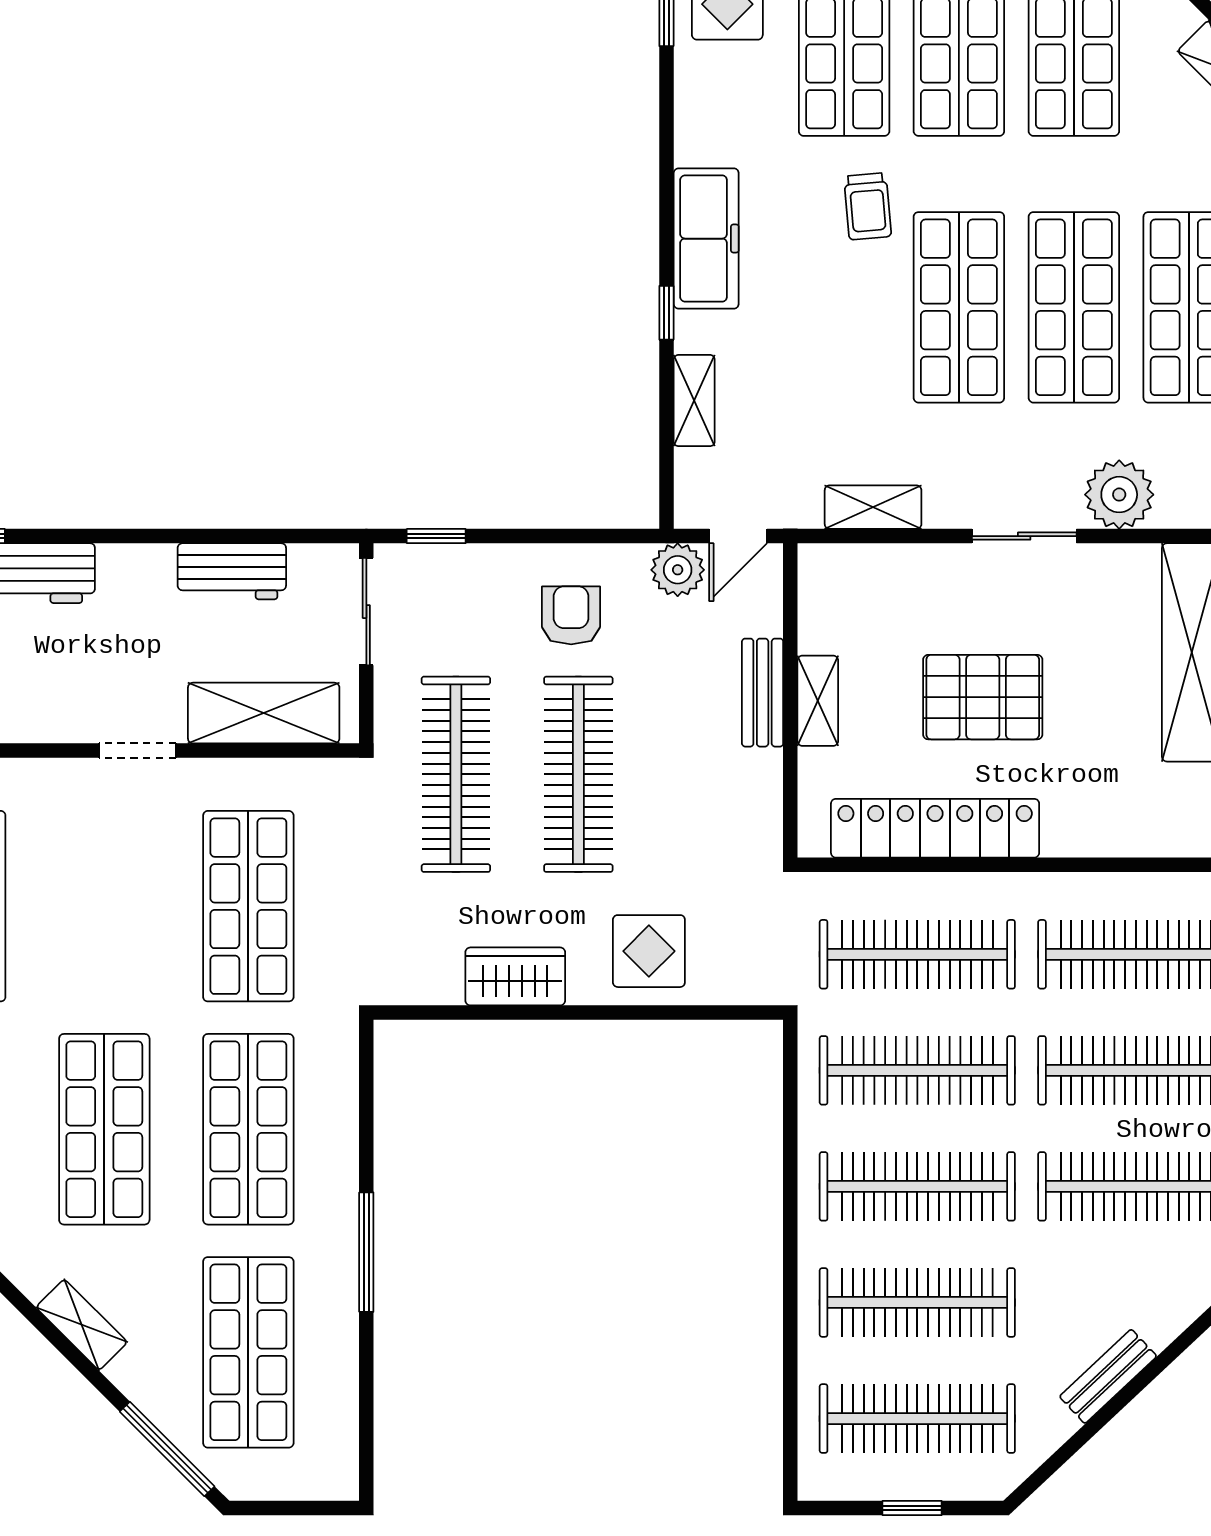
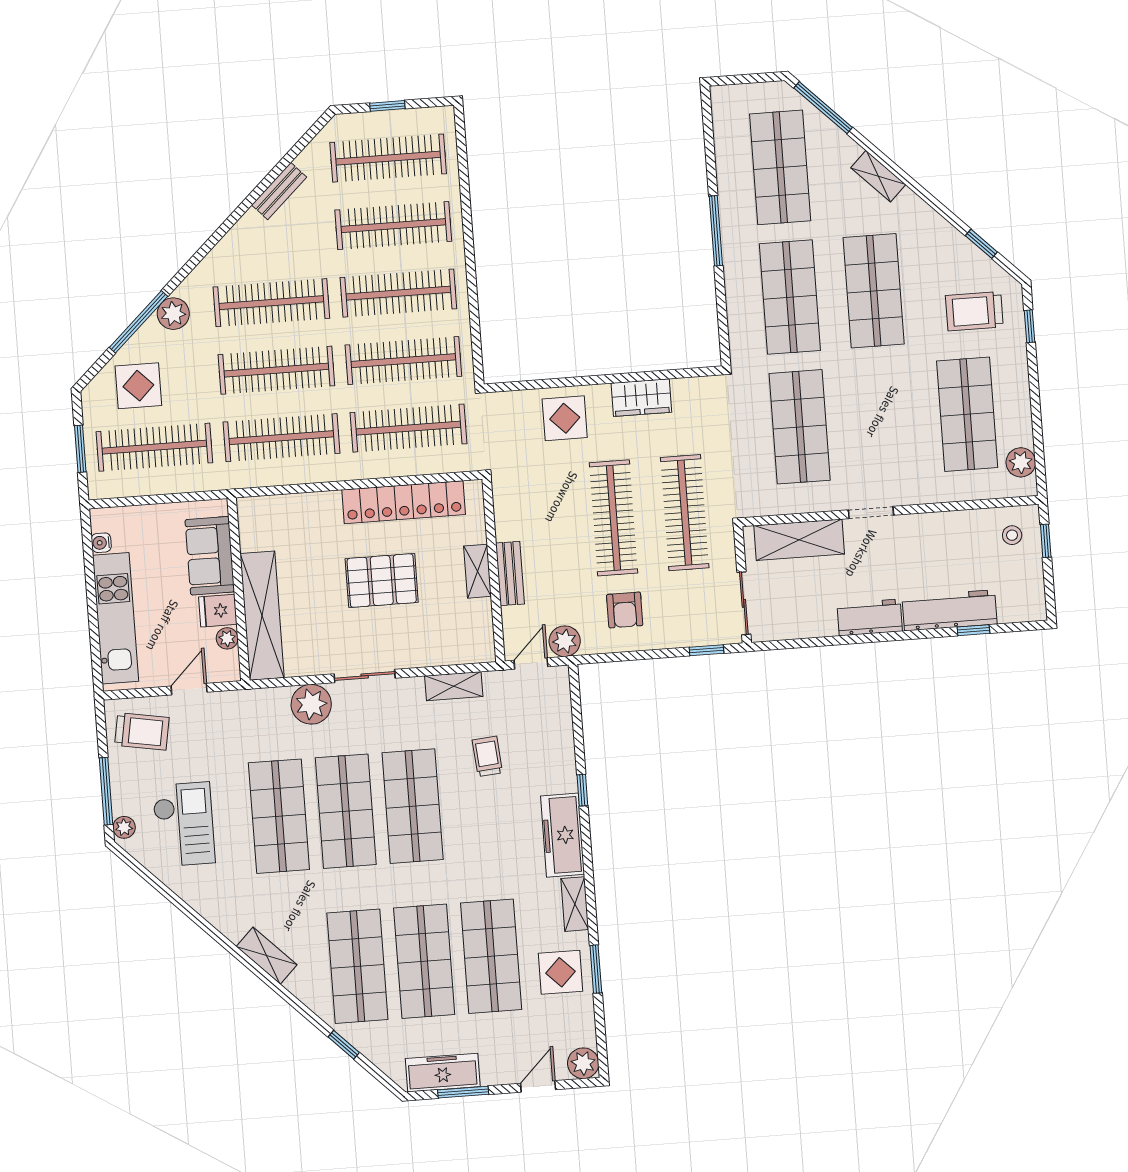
trolley: (868, 206) -> (487, 756), moved
shelving: (694, 401) -> (575, 904), moved
workbench: (232, 571) -> (870, 617), moved

